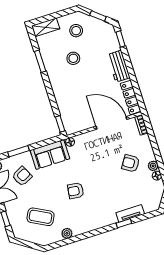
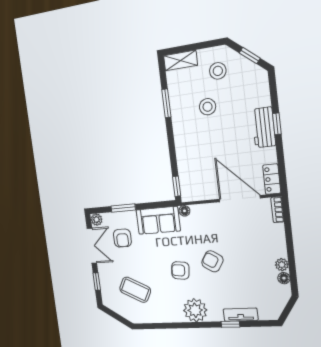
window: (120, 39) -> (277, 124), moved
locker: (131, 97) -> (272, 179), width x0.66
armchair: (131, 163) -> (212, 261), moved
armchair: (22, 176) -> (122, 238), turned 117
plant: (67, 233) -> (195, 310), moved, width x1.88, depth x1.88

